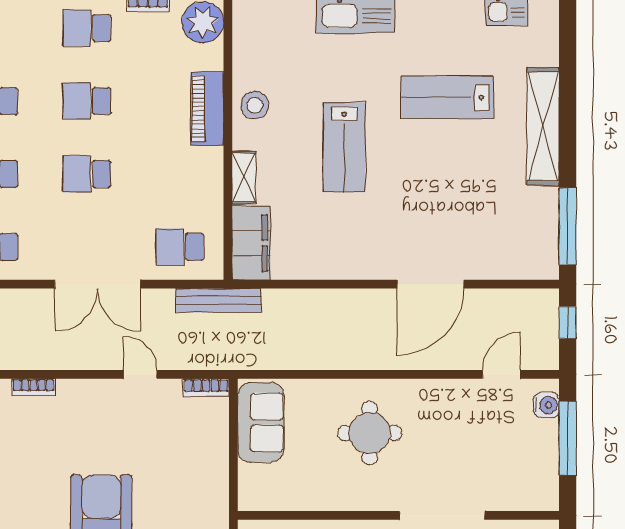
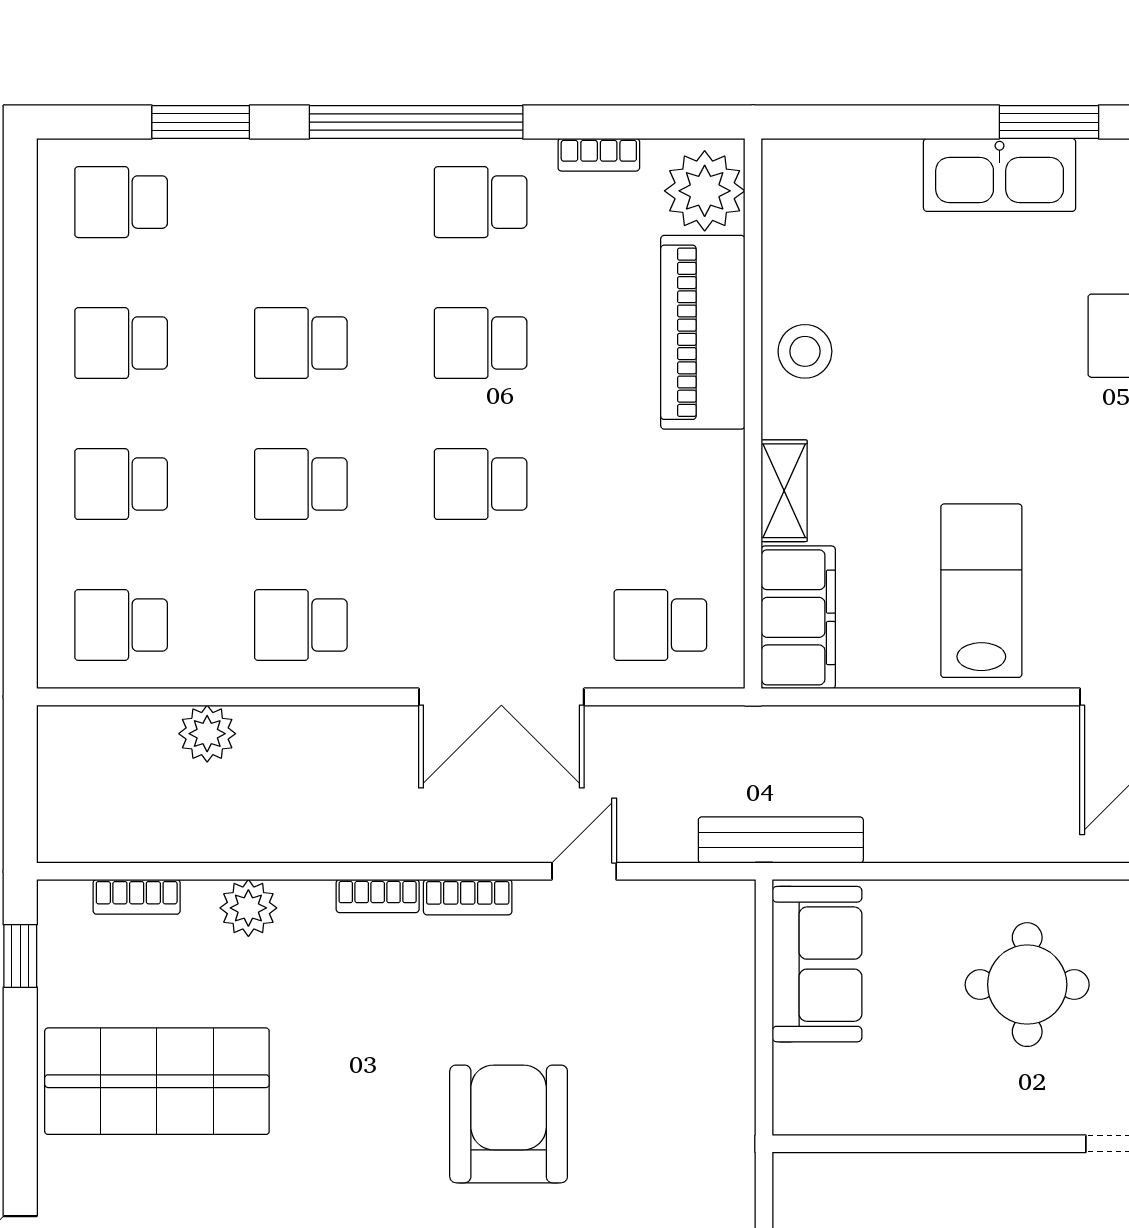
piano: (207, 109) -> (703, 332), width x1.37, depth x1.33
lab bench: (344, 147) -> (981, 591), moved, turned 180
bench: (218, 300) -> (781, 840), moved
door: (140, 374) -> (584, 871), hinge flipped
bookcase: (206, 388) -> (468, 897), moved

